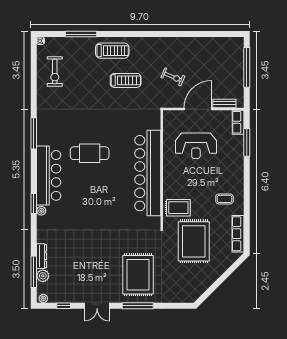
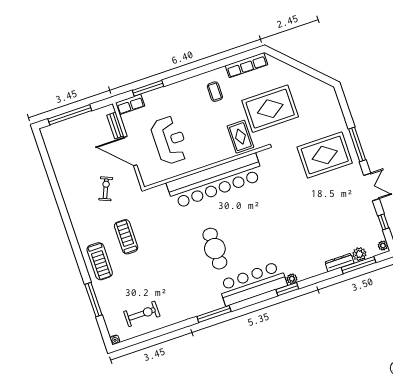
treadmill: (112, 51) -> (100, 261), turned 180

